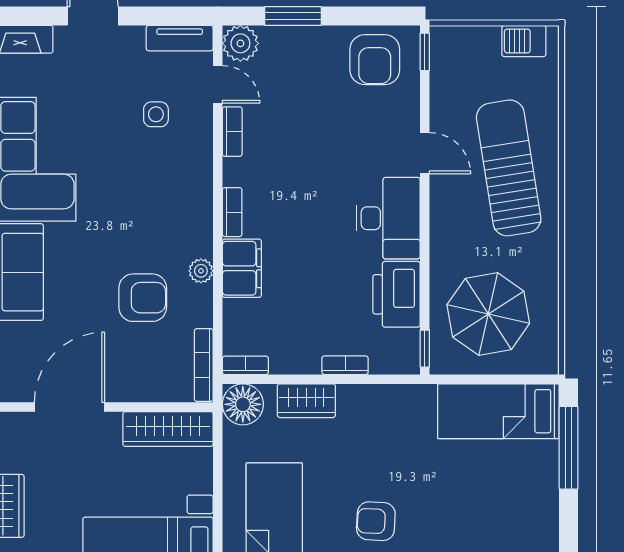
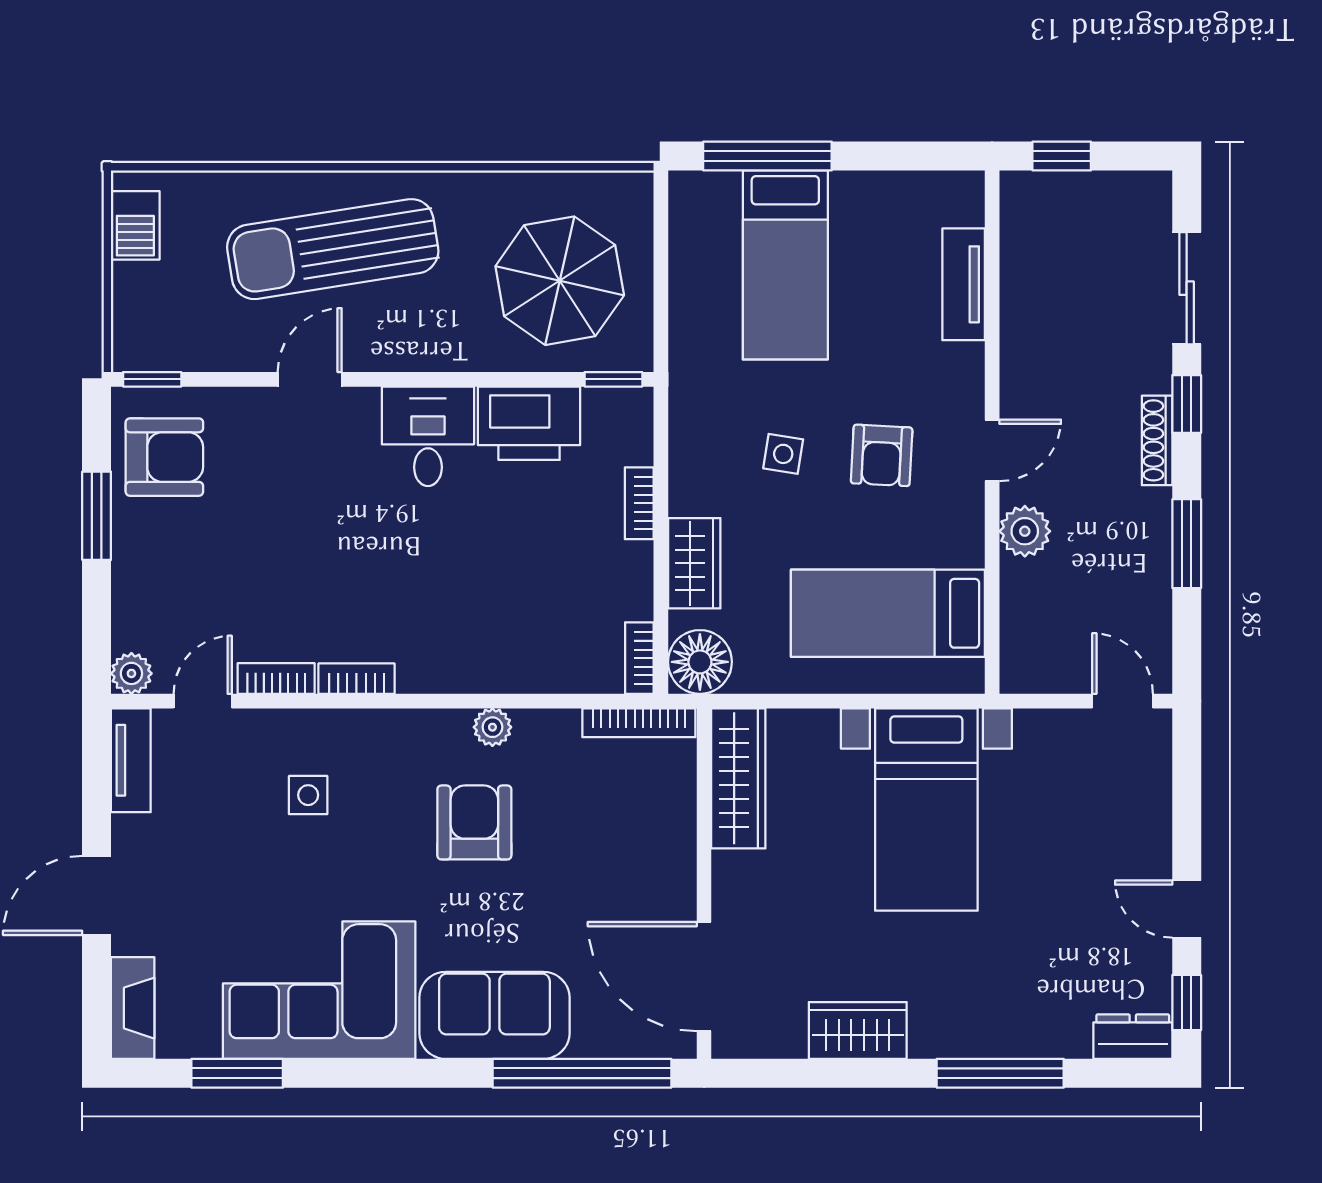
window: (293, 16) -> (97, 516), moved
plant: (240, 43) -> (131, 673), width x0.73, depth x0.73
side table: (156, 114) -> (308, 795), moved
bookcase: (232, 212) -> (356, 679), moved
desk: (388, 218) -> (428, 436), width x0.73
filing cabinet: (242, 268) -> (489, 664), removed
armchair: (143, 298) -> (474, 822), moved
door: (69, 407) -> (704, 977), moved
bed: (498, 411) -> (785, 265), moved
side table: (377, 458) -> (783, 454), added

